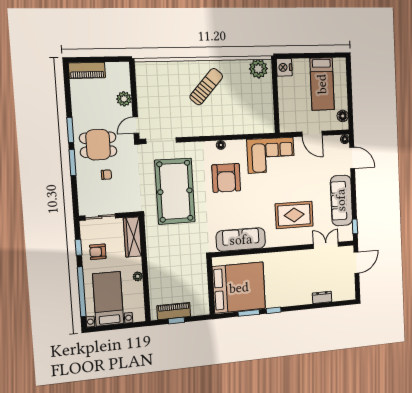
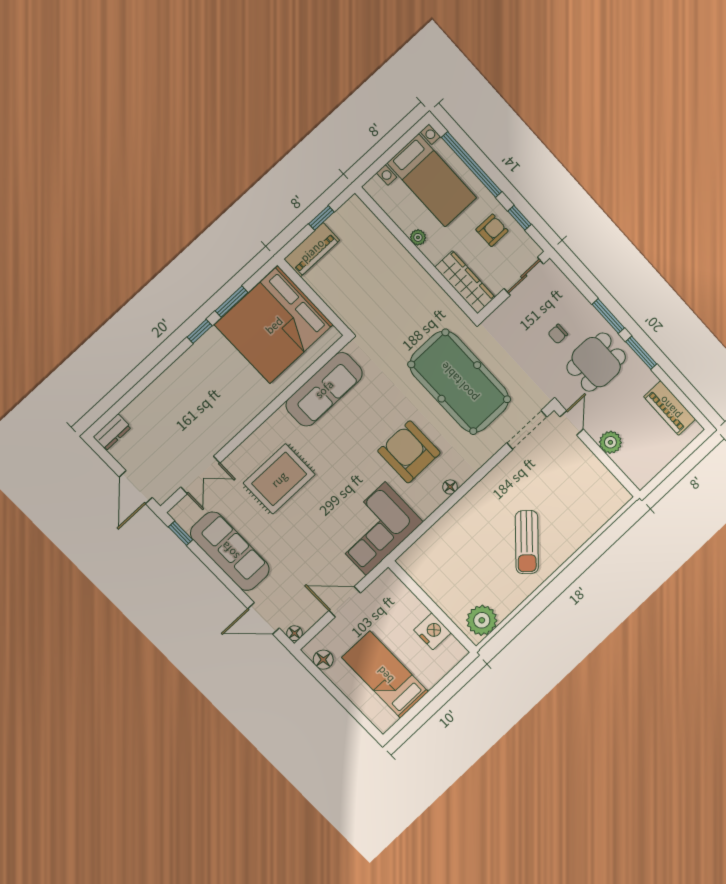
nightstand: (284, 67) -> (432, 631), moved
piano: (87, 70) -> (670, 408), moved, turned -90
dresser: (322, 297) -> (112, 432), moved
piano: (174, 311) -> (312, 250), moved

